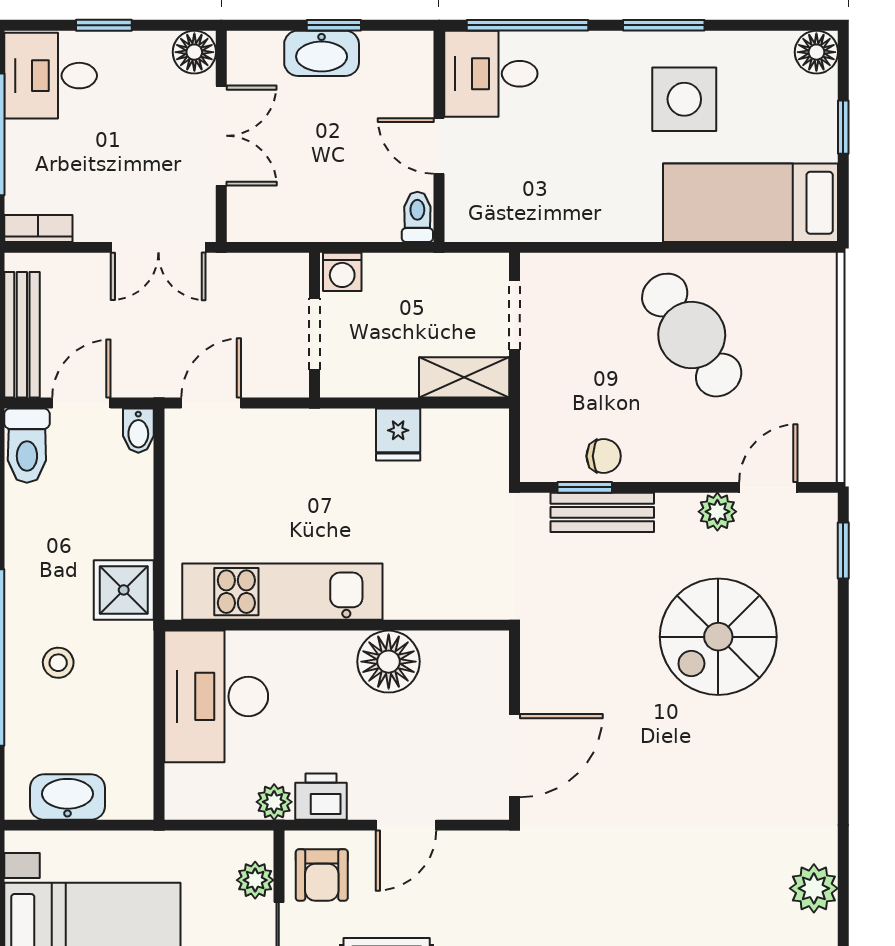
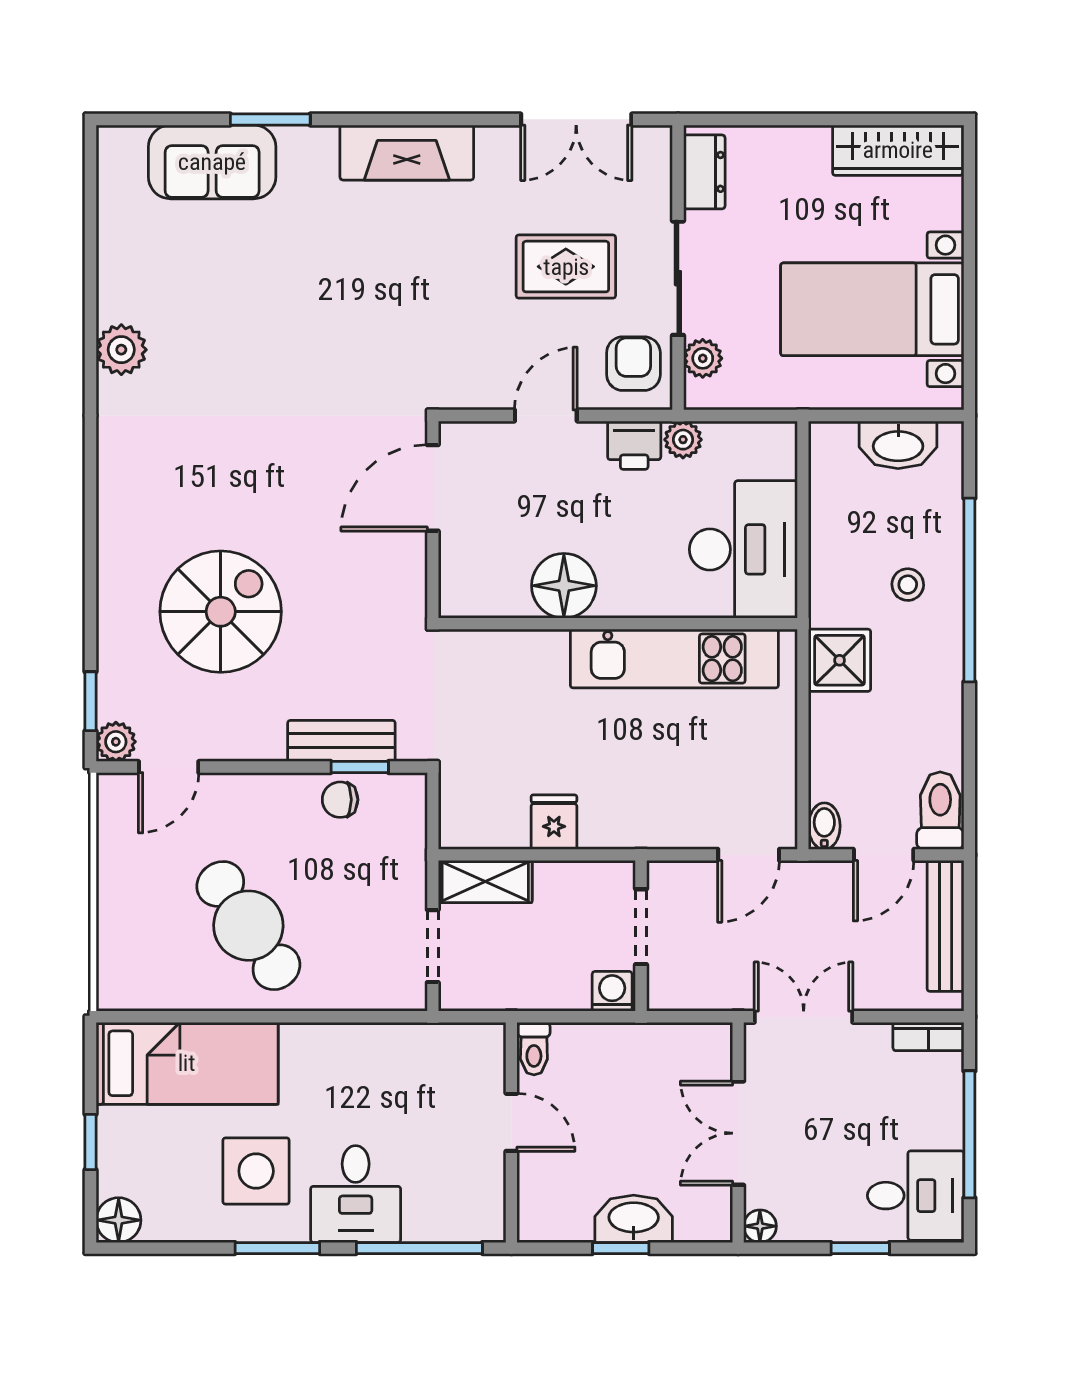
floor lamp: (194, 52) -> (760, 1226), width x0.73, depth x0.73
desk: (491, 74) -> (356, 1194), moved, turned 90
plant: (717, 512) -> (116, 742), moved

